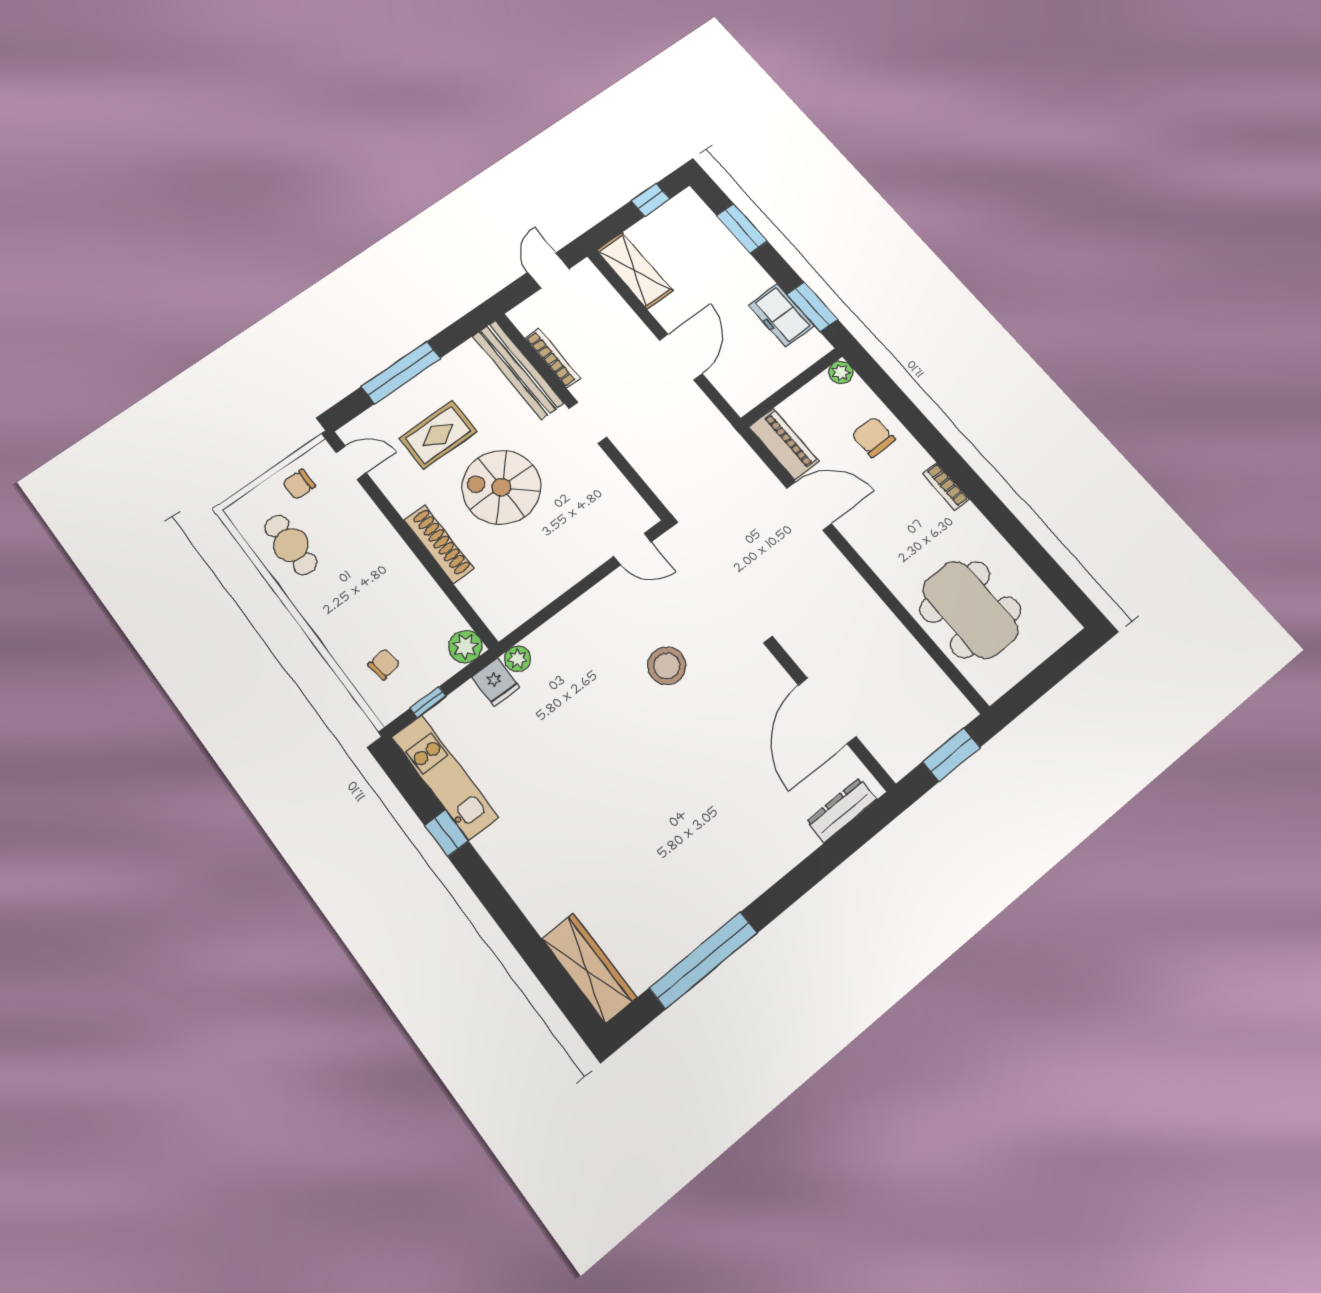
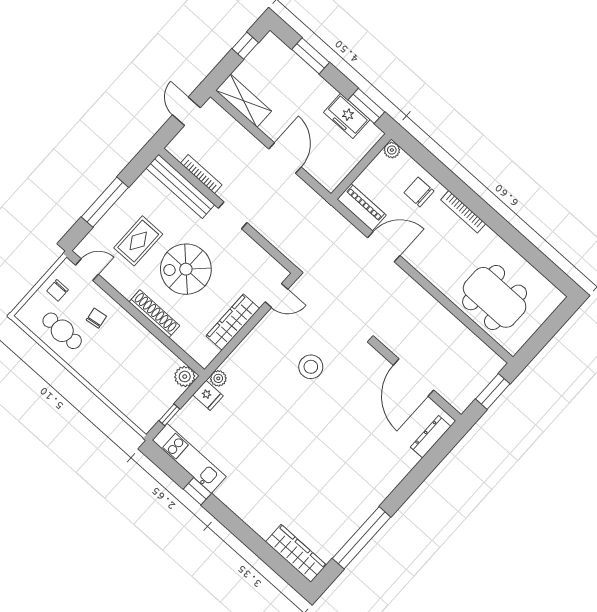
bookcase: (946, 486) -> (463, 212), width x1.56
wardrobe: (557, 577) -> (233, 322), added
chair: (384, 664) -> (96, 318), moved

